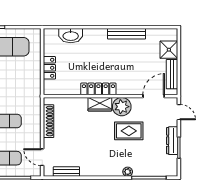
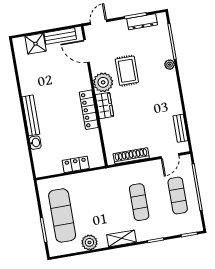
bench: (126, 34) -> (31, 115), moved
washbasin: (71, 36) -> (35, 143), width x0.52, depth x0.69
dresser: (172, 141) -> (142, 22), moved

